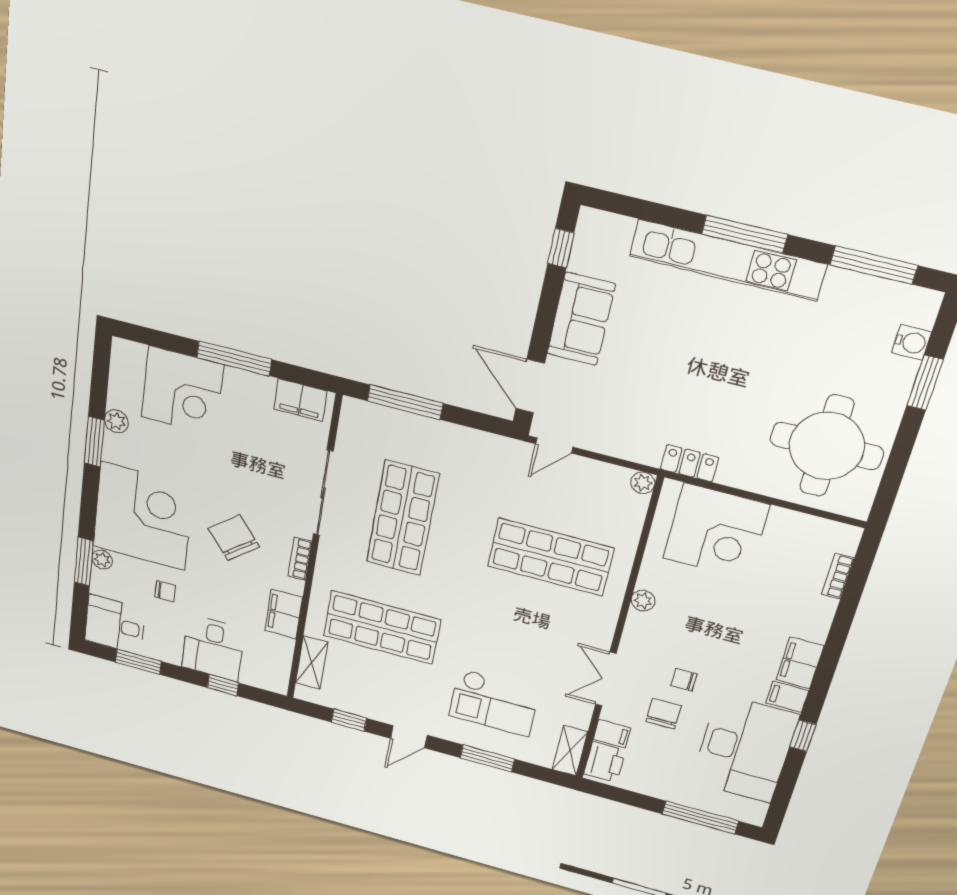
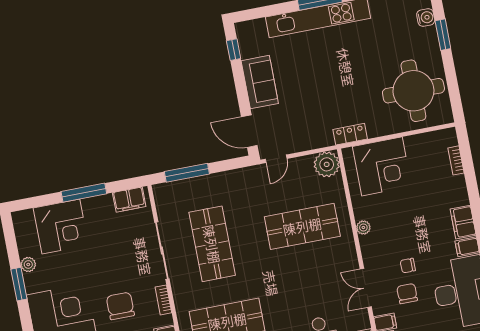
plant: (643, 483) -> (327, 164), width x1.87, depth x1.87
chair: (234, 538) -> (120, 306), turned 39

